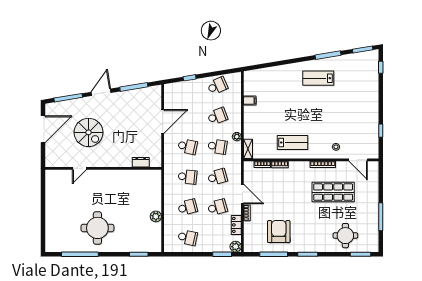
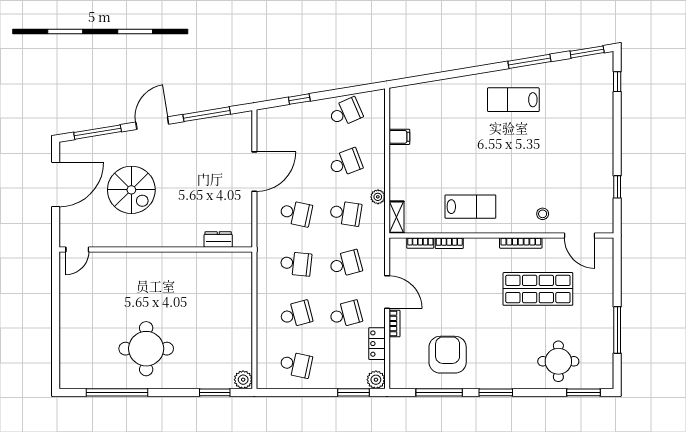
door: (79, 168) -> (77, 249), moved
plant: (156, 216) -> (243, 380), moved

